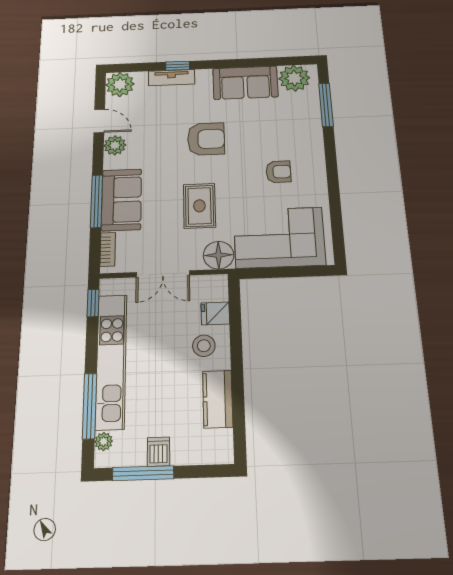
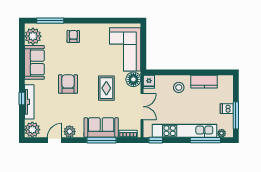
tv unit: (172, 78) -> (29, 102), width x1.41
armchair: (278, 172) -> (73, 36), moved
rug: (199, 206) -> (106, 88), turned 90
fridge: (215, 313) -> (149, 82), moved

